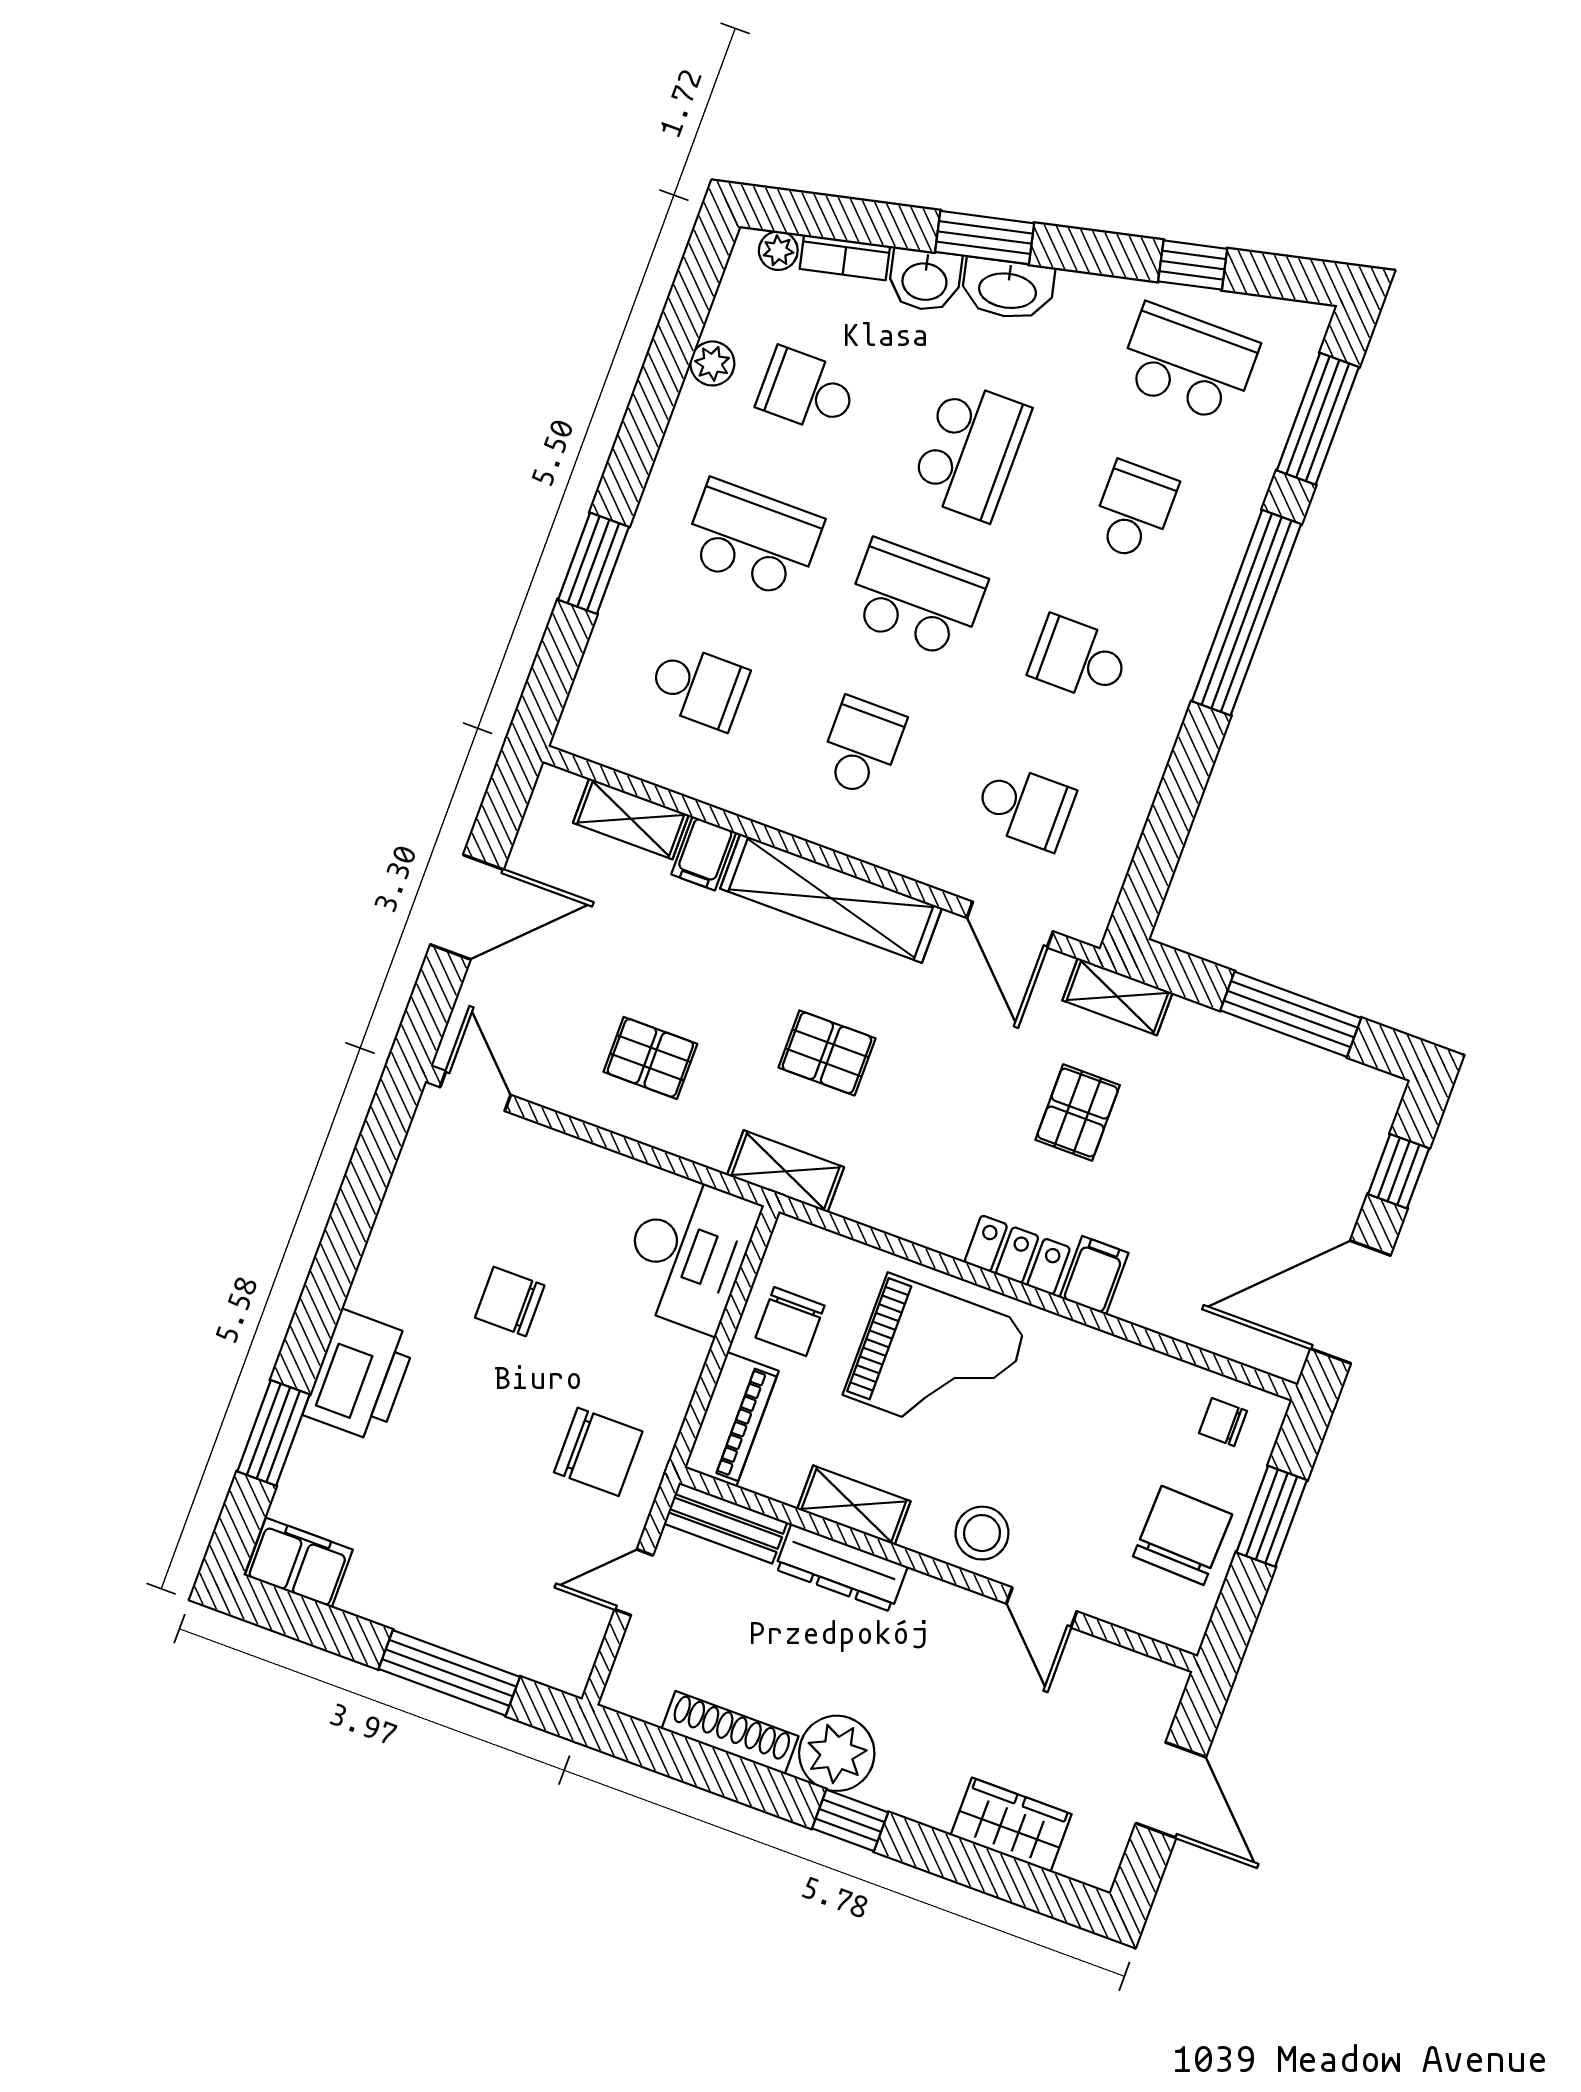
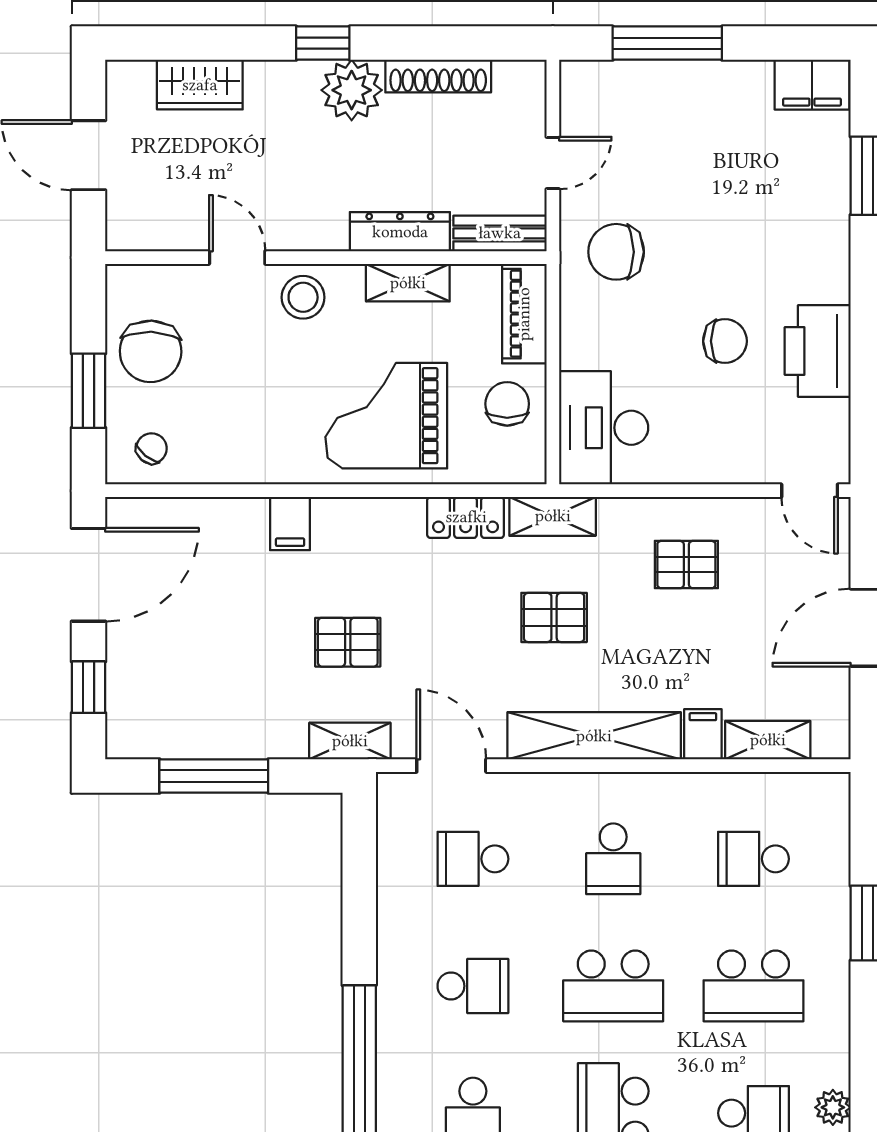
pallet: (1078, 1113) -> (348, 642), turned 90
locker: (1017, 1255) -> (466, 517), moved
printer: (360, 1376) -> (818, 351), moved
chair: (1223, 1422) -> (152, 448), turned -51

